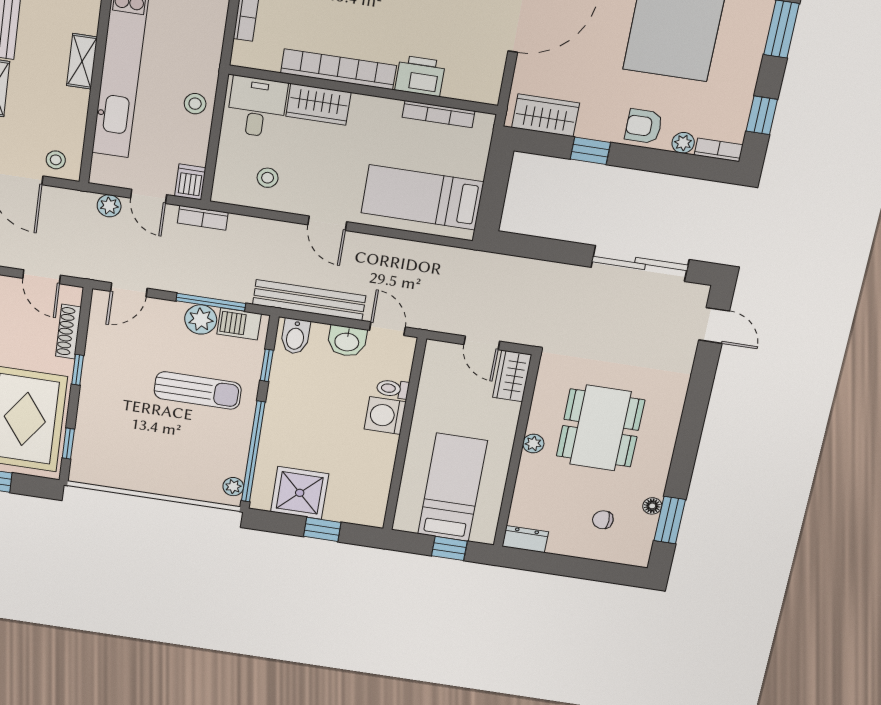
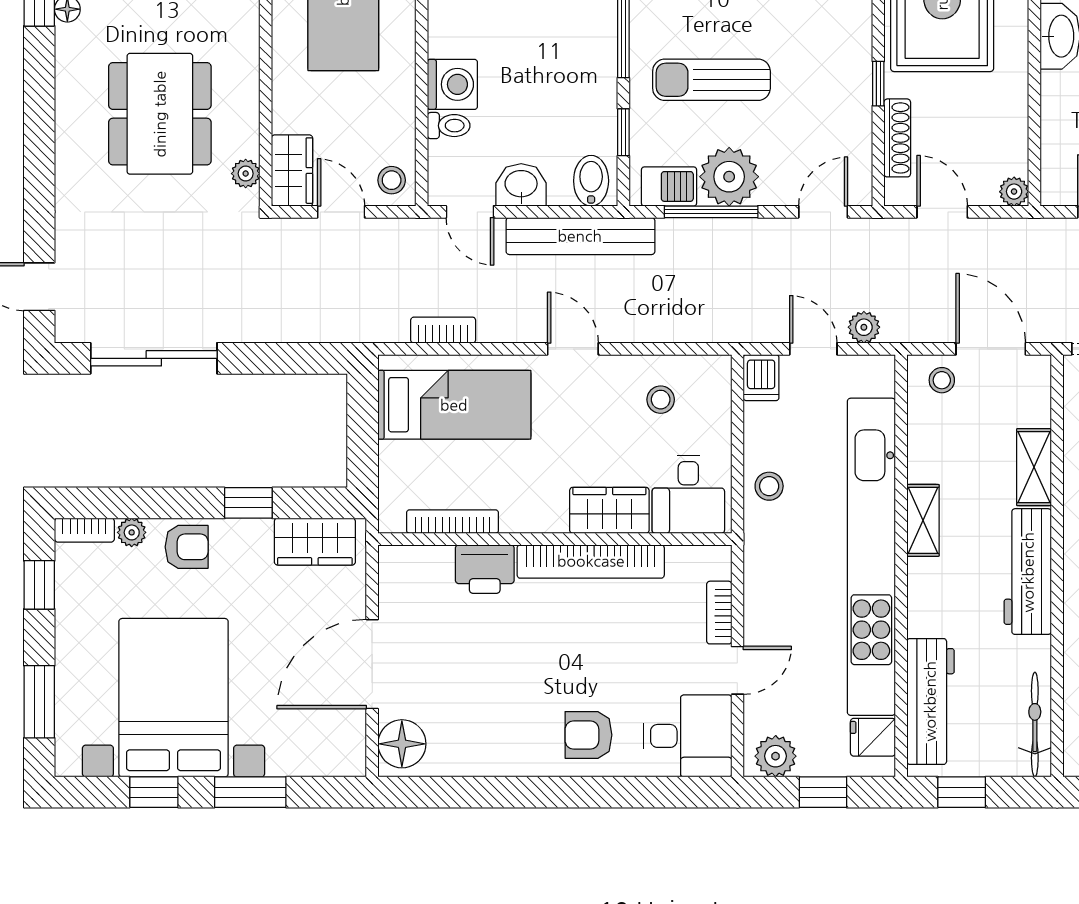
bookcase: (203, 218) -> (443, 330), moved
plant: (201, 319) -> (729, 177), width x1.36, depth x1.36
stool: (441, 359) -> (392, 180), added
plant: (533, 443) -> (246, 174), moved

